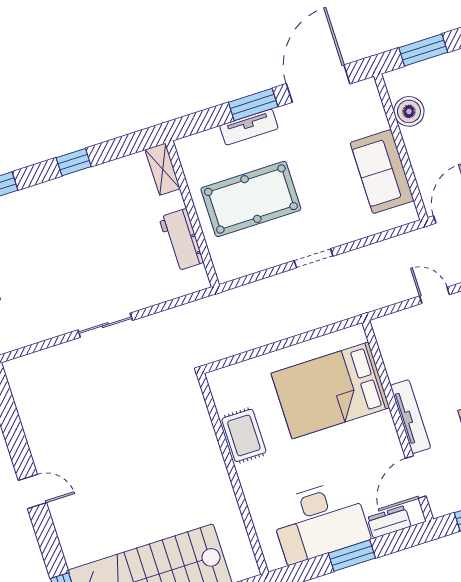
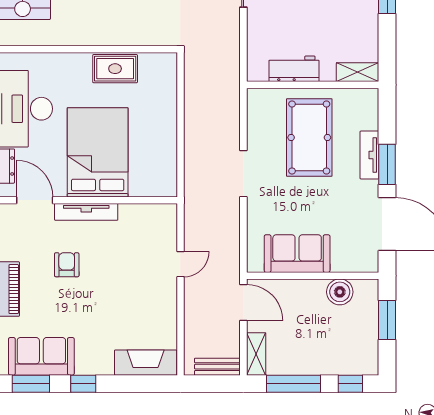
doorway: (313, 258) -> (243, 174), width x1.38
bed: (330, 390) -> (98, 152), moved

